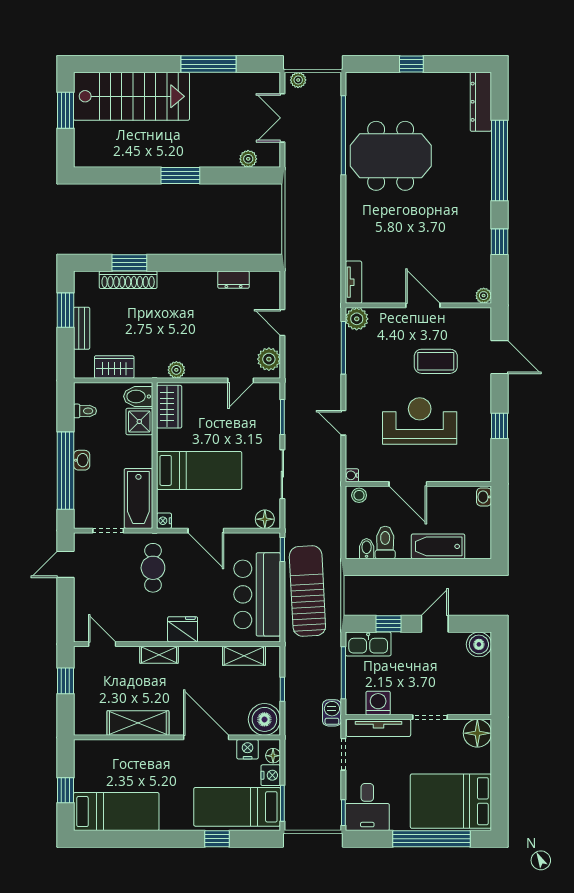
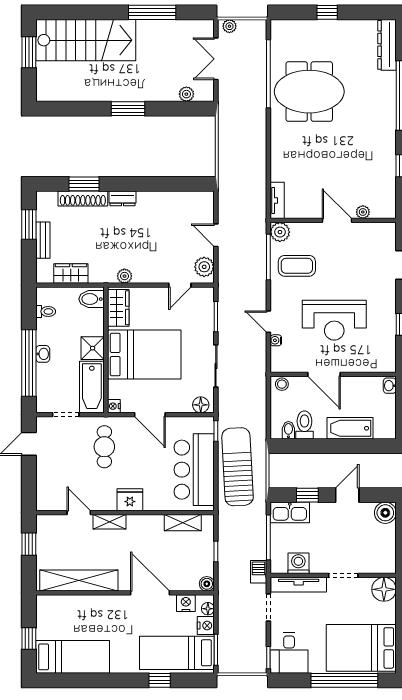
dresser: (234, 280) -> (122, 198), moved
plant: (484, 296) -> (363, 212), moved
coffee table: (436, 361) -> (297, 266), moved
shower: (139, 421) -> (93, 348), moved
reception desk: (420, 421) -> (334, 320), turned 180
bed: (199, 470) -> (144, 355), width x1.50
water cooler: (352, 475) -> (276, 340), moved
door: (102, 644) -> (79, 513), moved
boiler: (264, 719) -> (207, 584), width x0.54, depth x0.54
shelving: (138, 723) -> (79, 581), width x1.47

